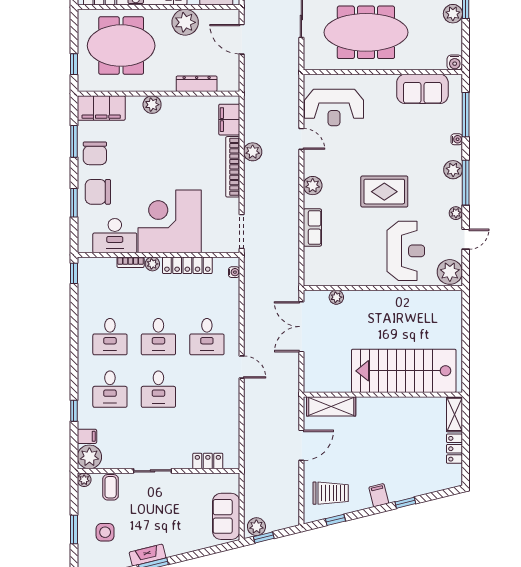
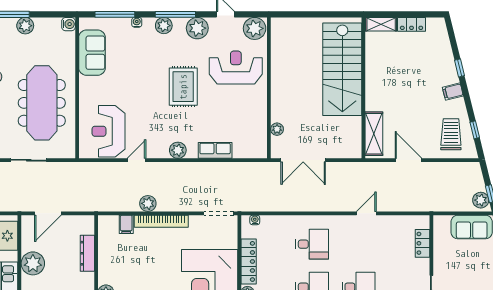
reception desk: (334, 107) -> (108, 131), turned 180
filing cabinet: (229, 120) -> (126, 224), width x0.50
plant: (456, 213) -> (197, 28), width x1.88, depth x1.88
door: (242, 367) -> (366, 213), moved

